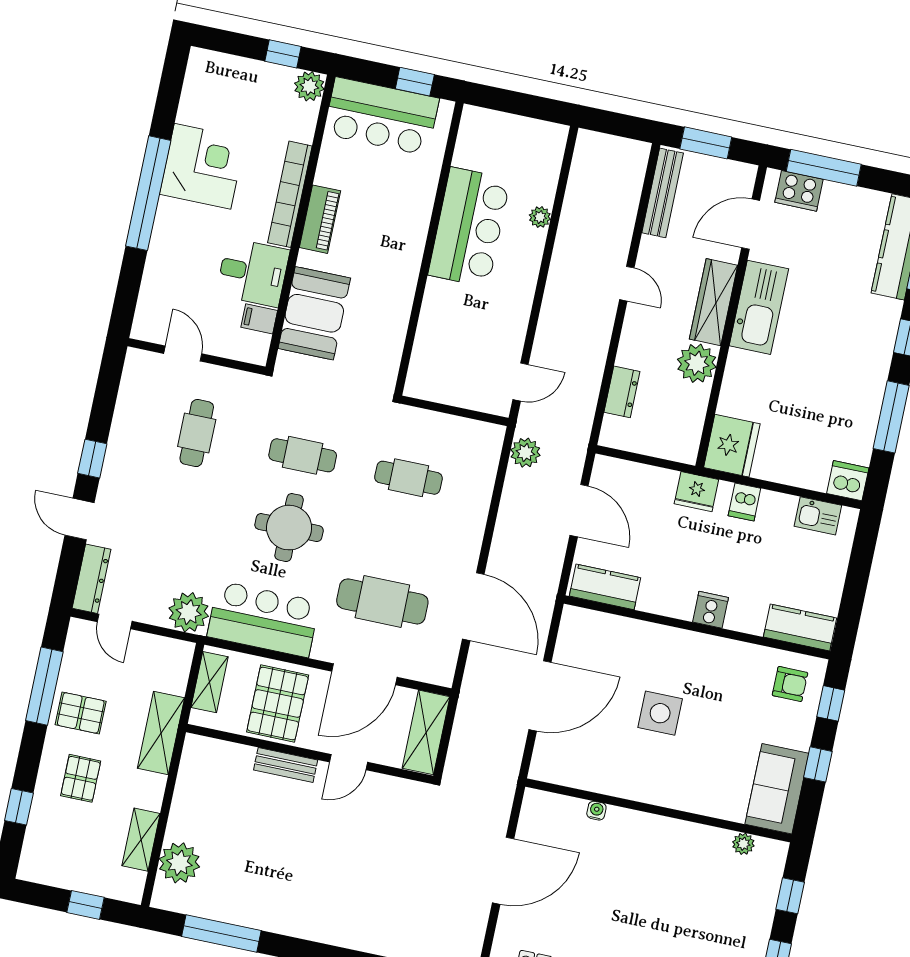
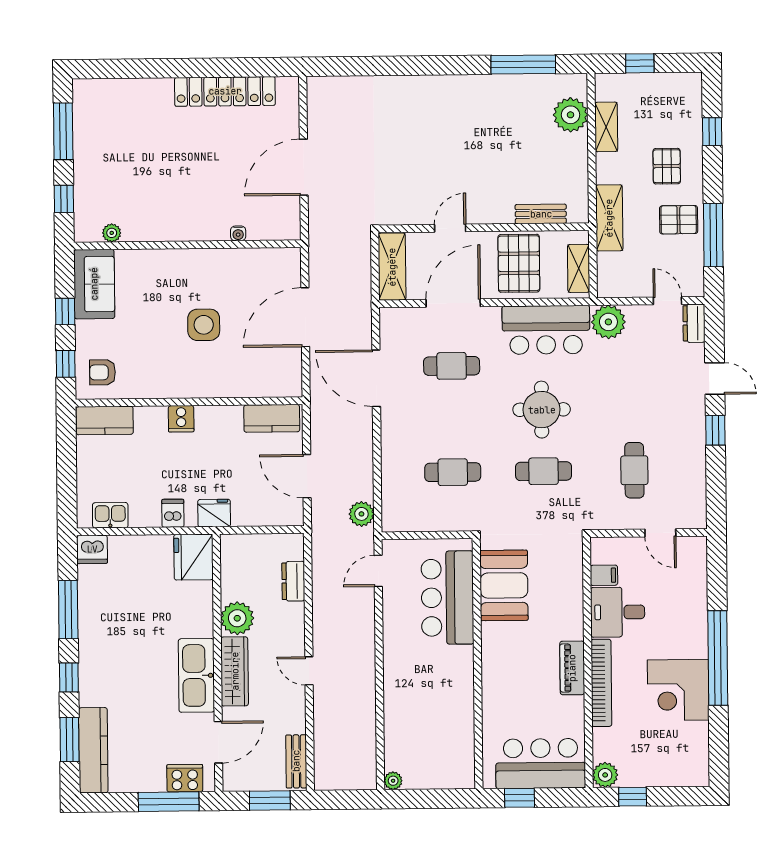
bench: (663, 193) -> (296, 761), width x0.73
plant: (540, 217) -> (393, 781), moved
bar counter: (469, 227) -> (447, 598), moved
booth: (314, 313) -> (504, 585), moved
dresser: (92, 579) -> (694, 323), width x0.70
cafe table: (382, 601) -> (452, 366), width x0.73, depth x0.74
bench: (286, 765) -> (541, 214), moved

